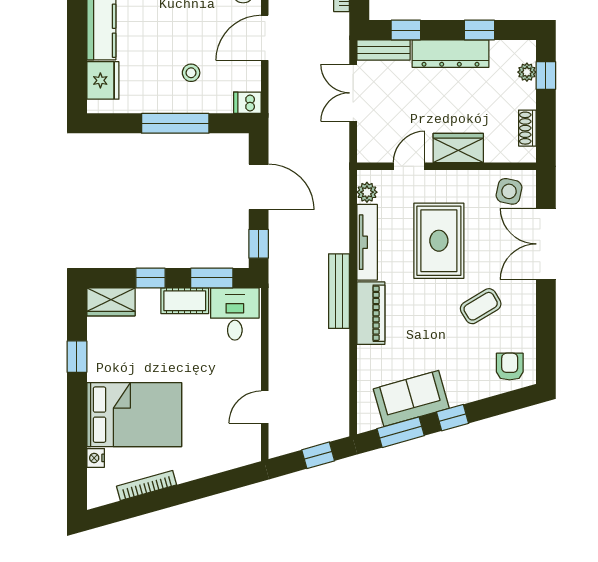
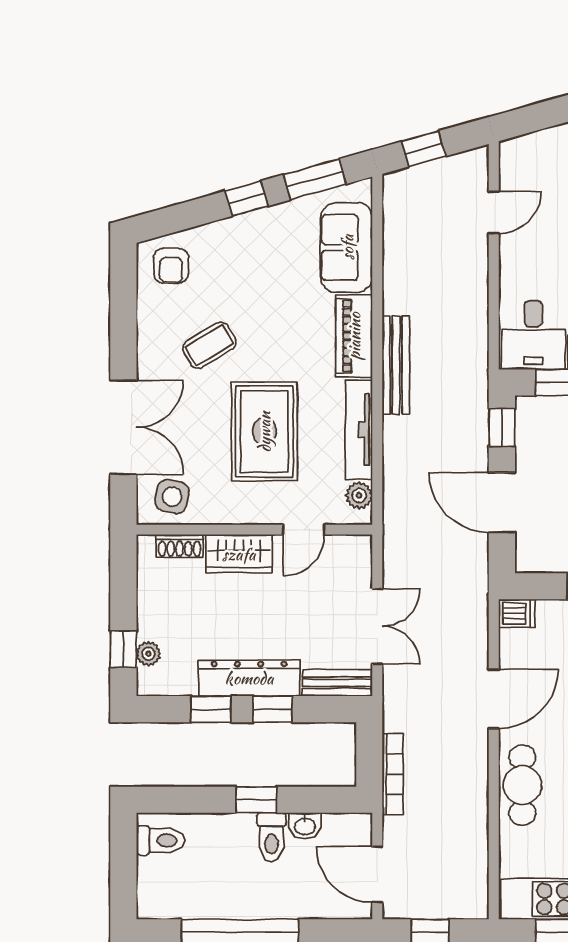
window: (406, 30) -> (273, 709), moved
shoe rack: (527, 128) -> (180, 546), moved, turned 90
sofa: (411, 399) -> (347, 247), moved, turned 106

